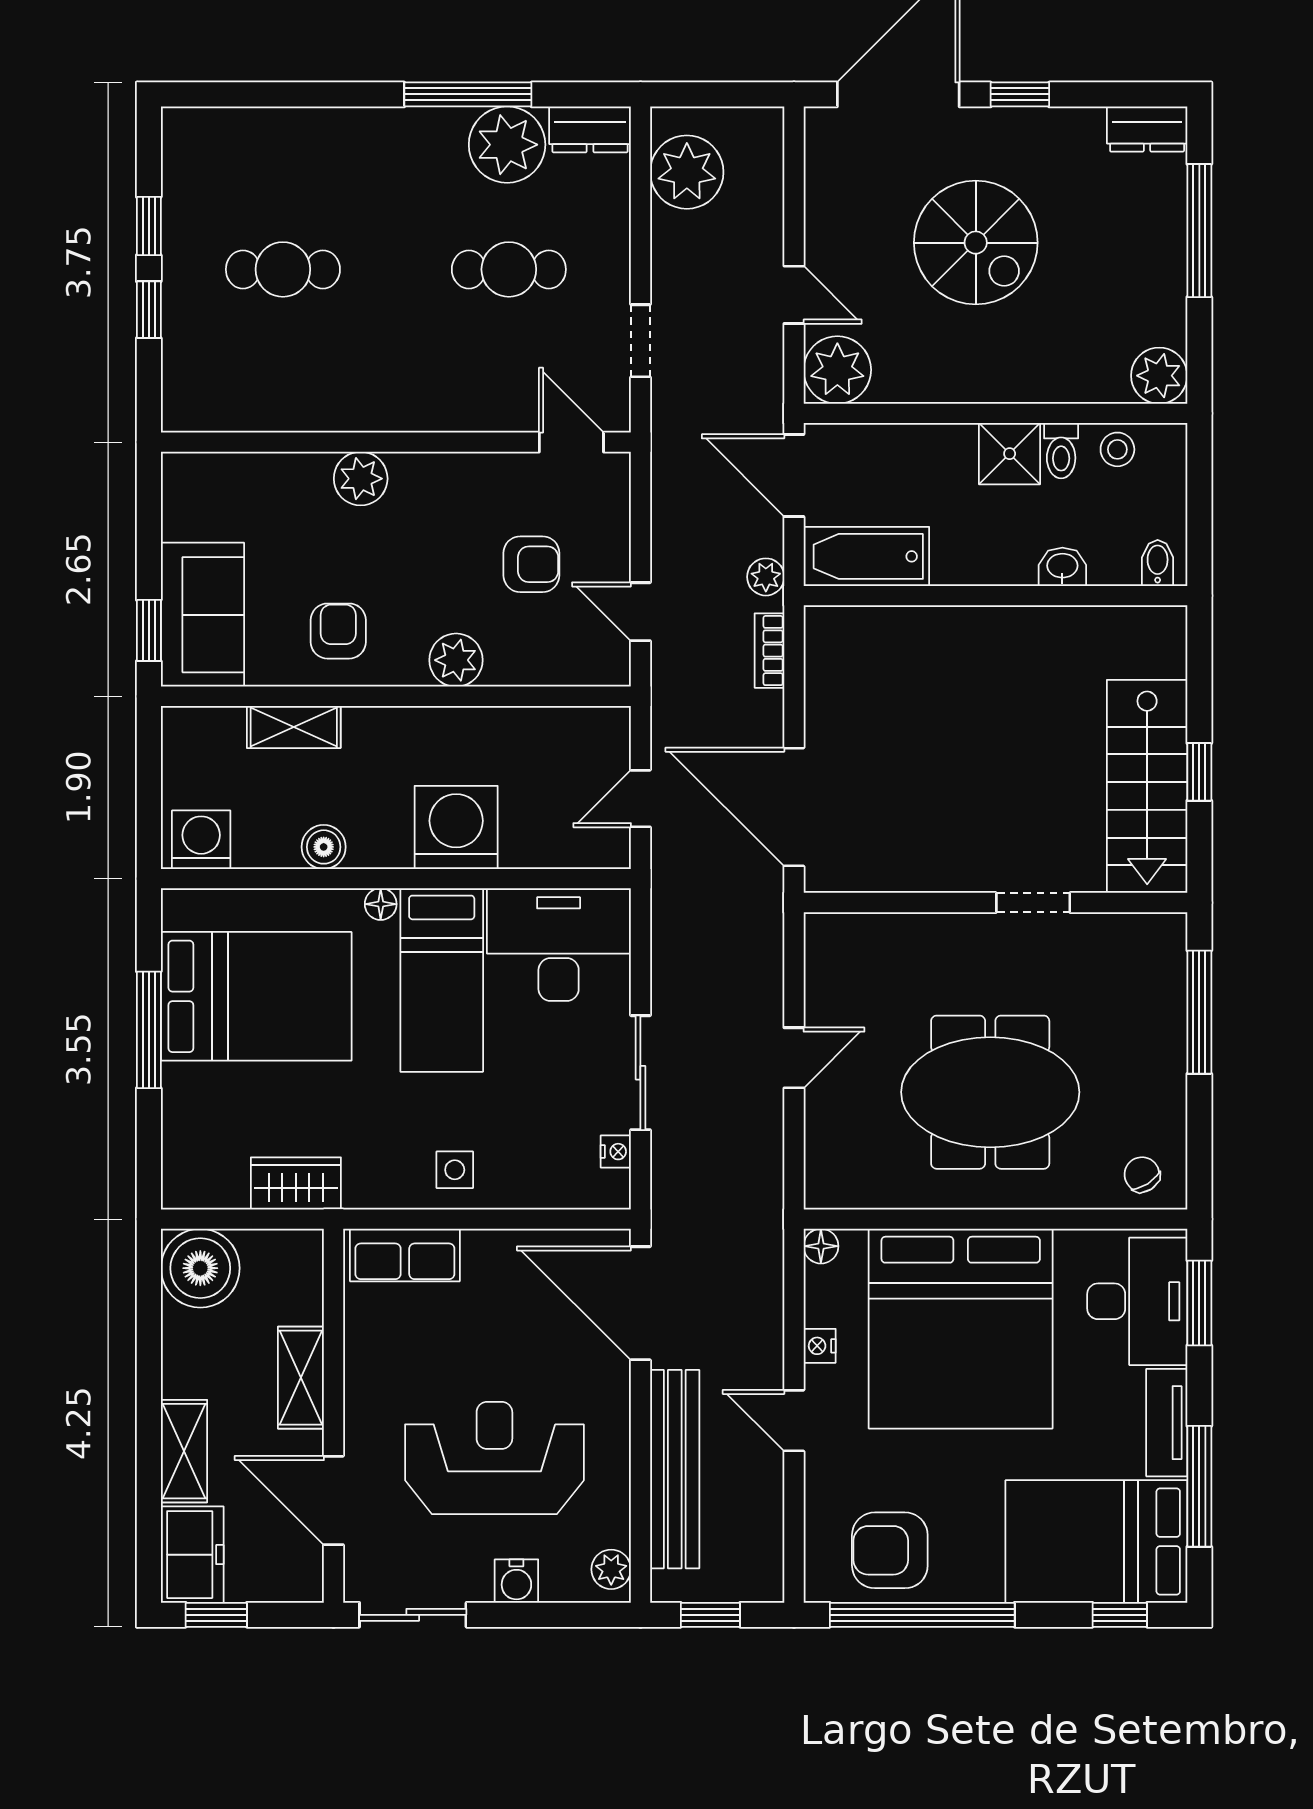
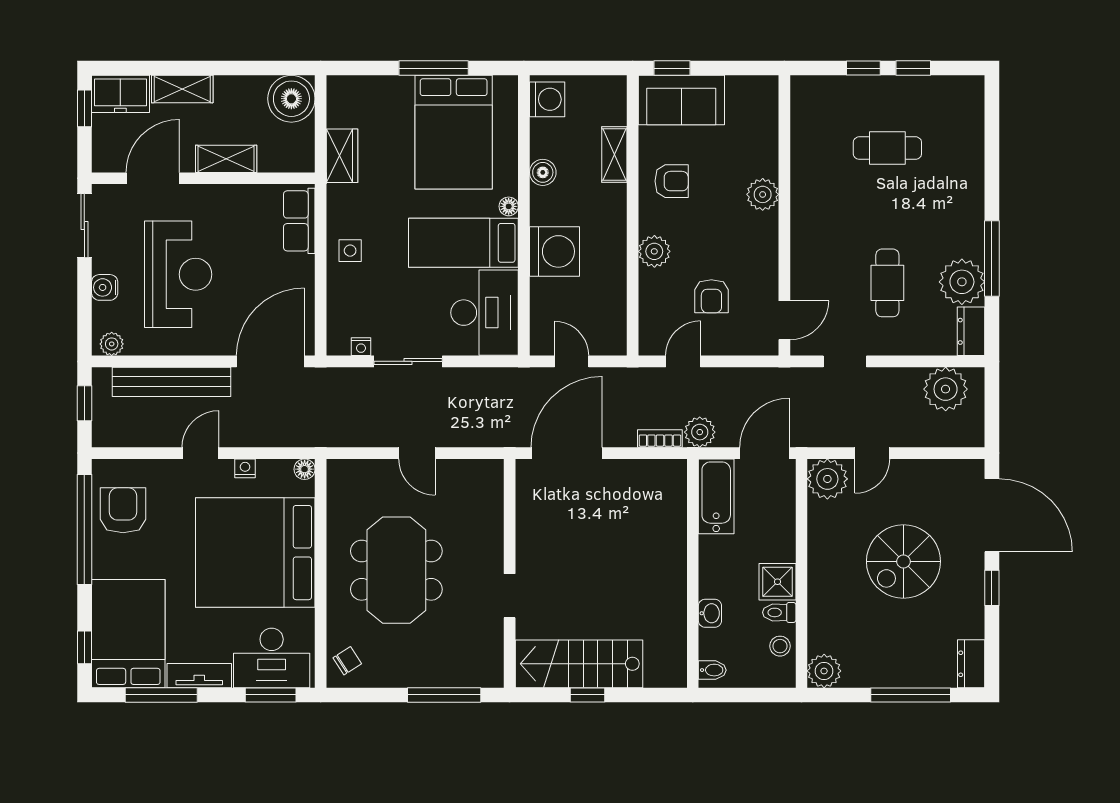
cafe table: (283, 269) -> (887, 148), turned 90
plant: (766, 577) -> (700, 432), width x1.38, depth x1.38

